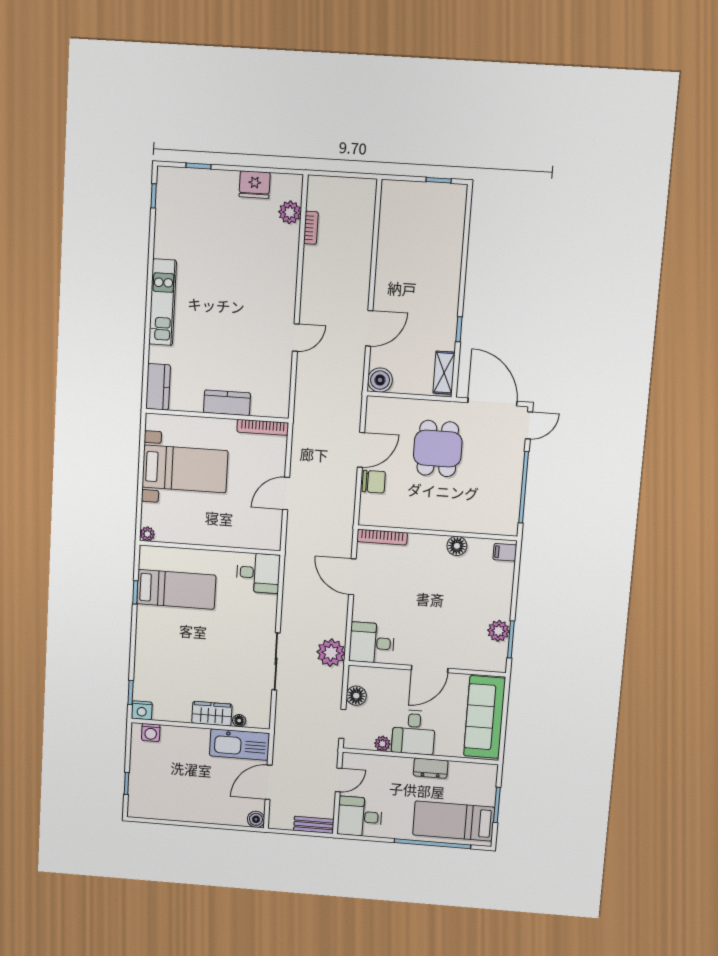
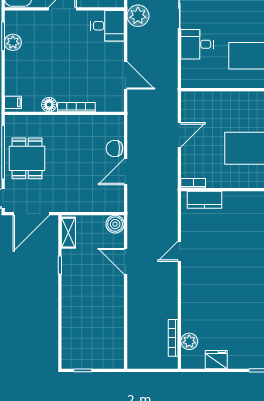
bookcase: (311, 228) -> (173, 338), width x1.56
door: (369, 328) -> (126, 261), hinge flipped
door: (492, 402) -> (31, 214), hinge flipped
kitchen counter: (227, 403) -> (204, 200), moved
bookcase: (263, 427) -> (193, 183), width x0.64
dining table: (438, 449) -> (27, 158), moved
bookcase: (382, 537) -> (76, 107), moved
desk: (258, 573) -> (197, 44), moved

